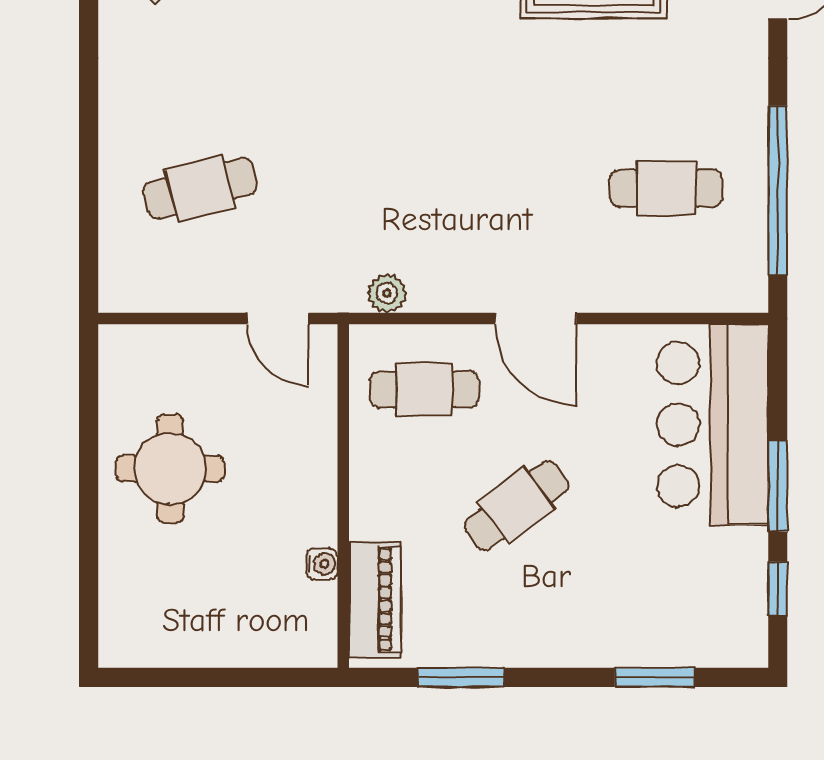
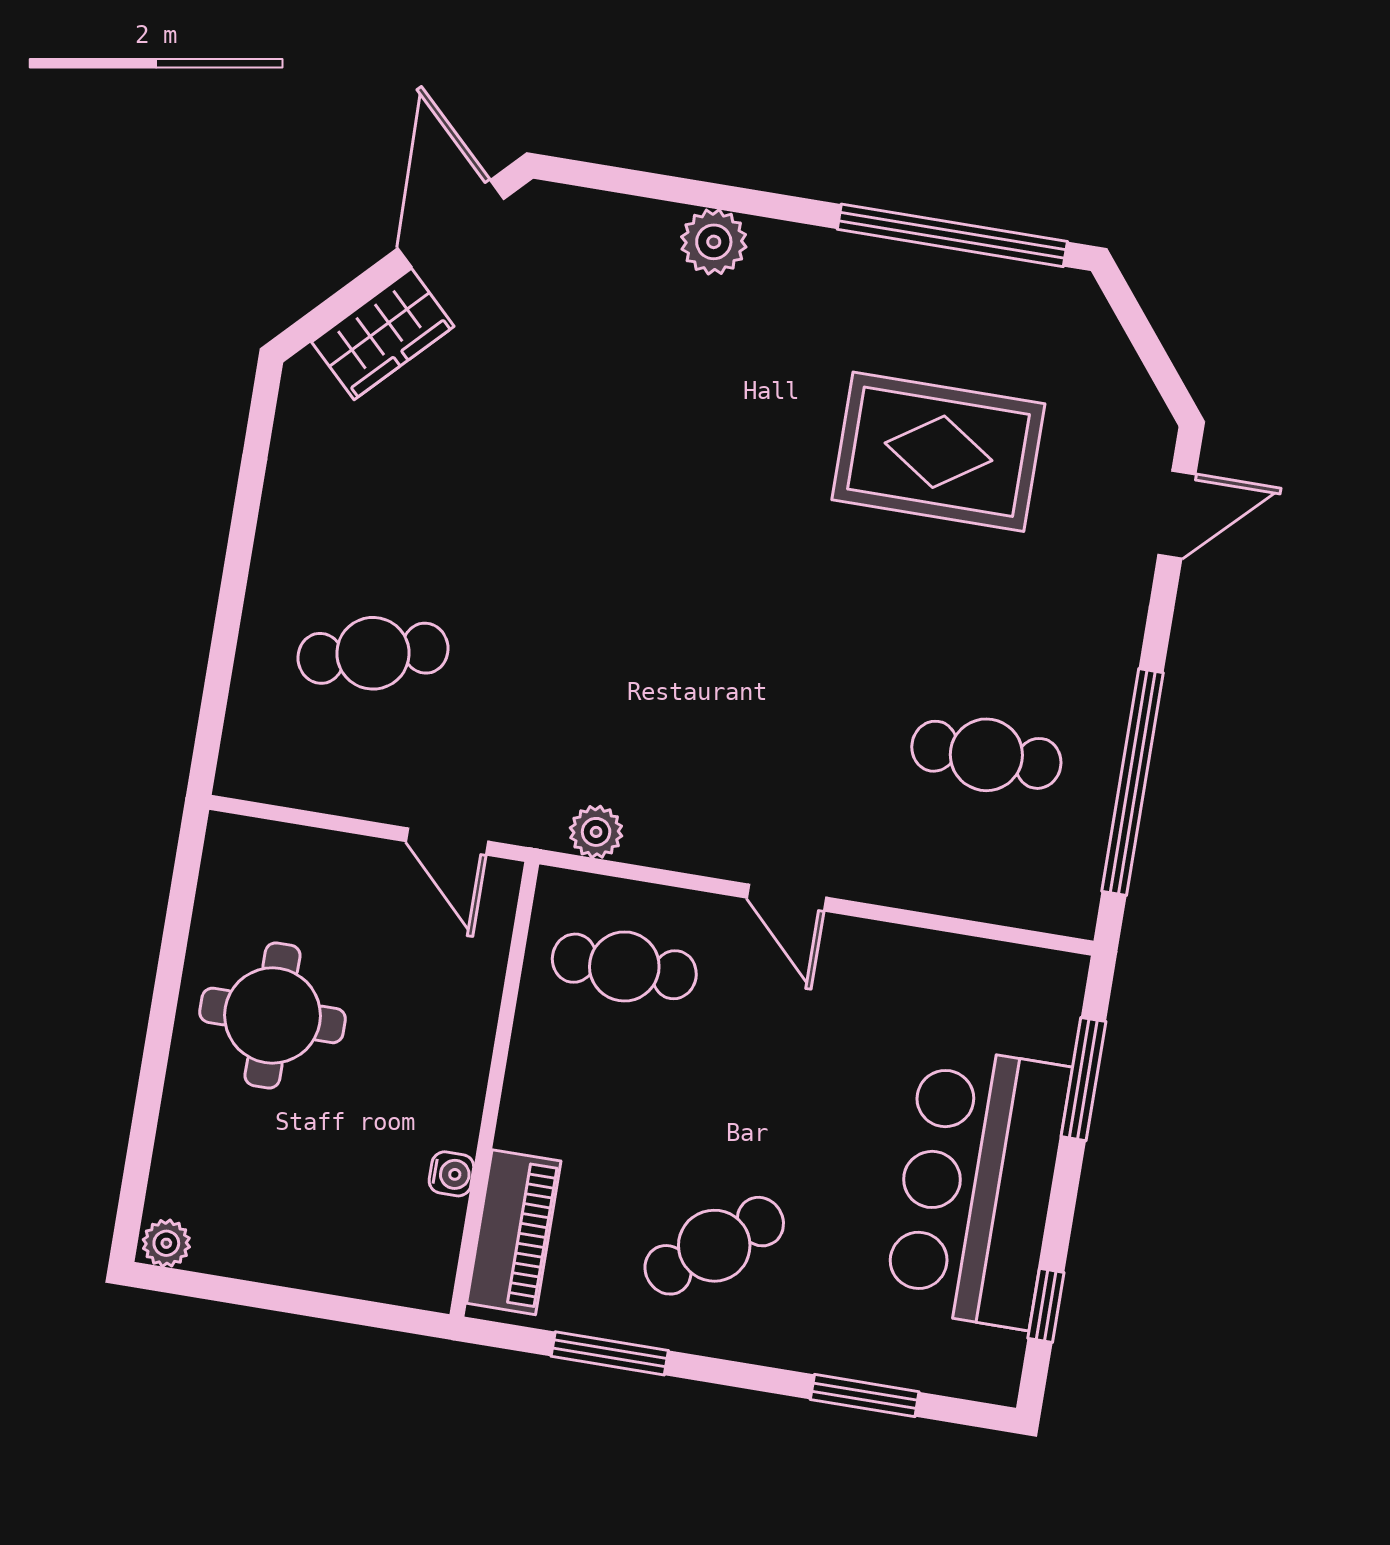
door: (536, 319) -> (786, 898), width x0.73
bar counter: (713, 424) -> (977, 1187), moved
window: (778, 486) -> (1083, 1079), moved
cafe table: (516, 506) -> (714, 1246), moved
plant: (119, 650) -> (166, 1243), added

